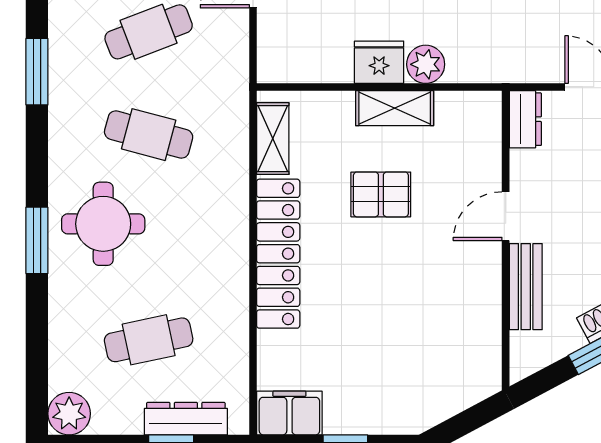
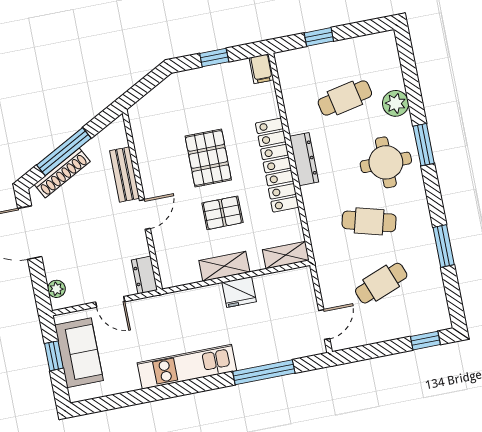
plant: (426, 64) -> (211, 296), removed
shelving: (273, 139) -> (286, 255), moved, turned 90
pallet: (386, 287) -> (208, 158), added
filing cabinet: (289, 413) -> (261, 69), width x0.50
plant: (69, 414) -> (396, 103), moved
dresser: (186, 419) -> (304, 159), moved, turned -90

